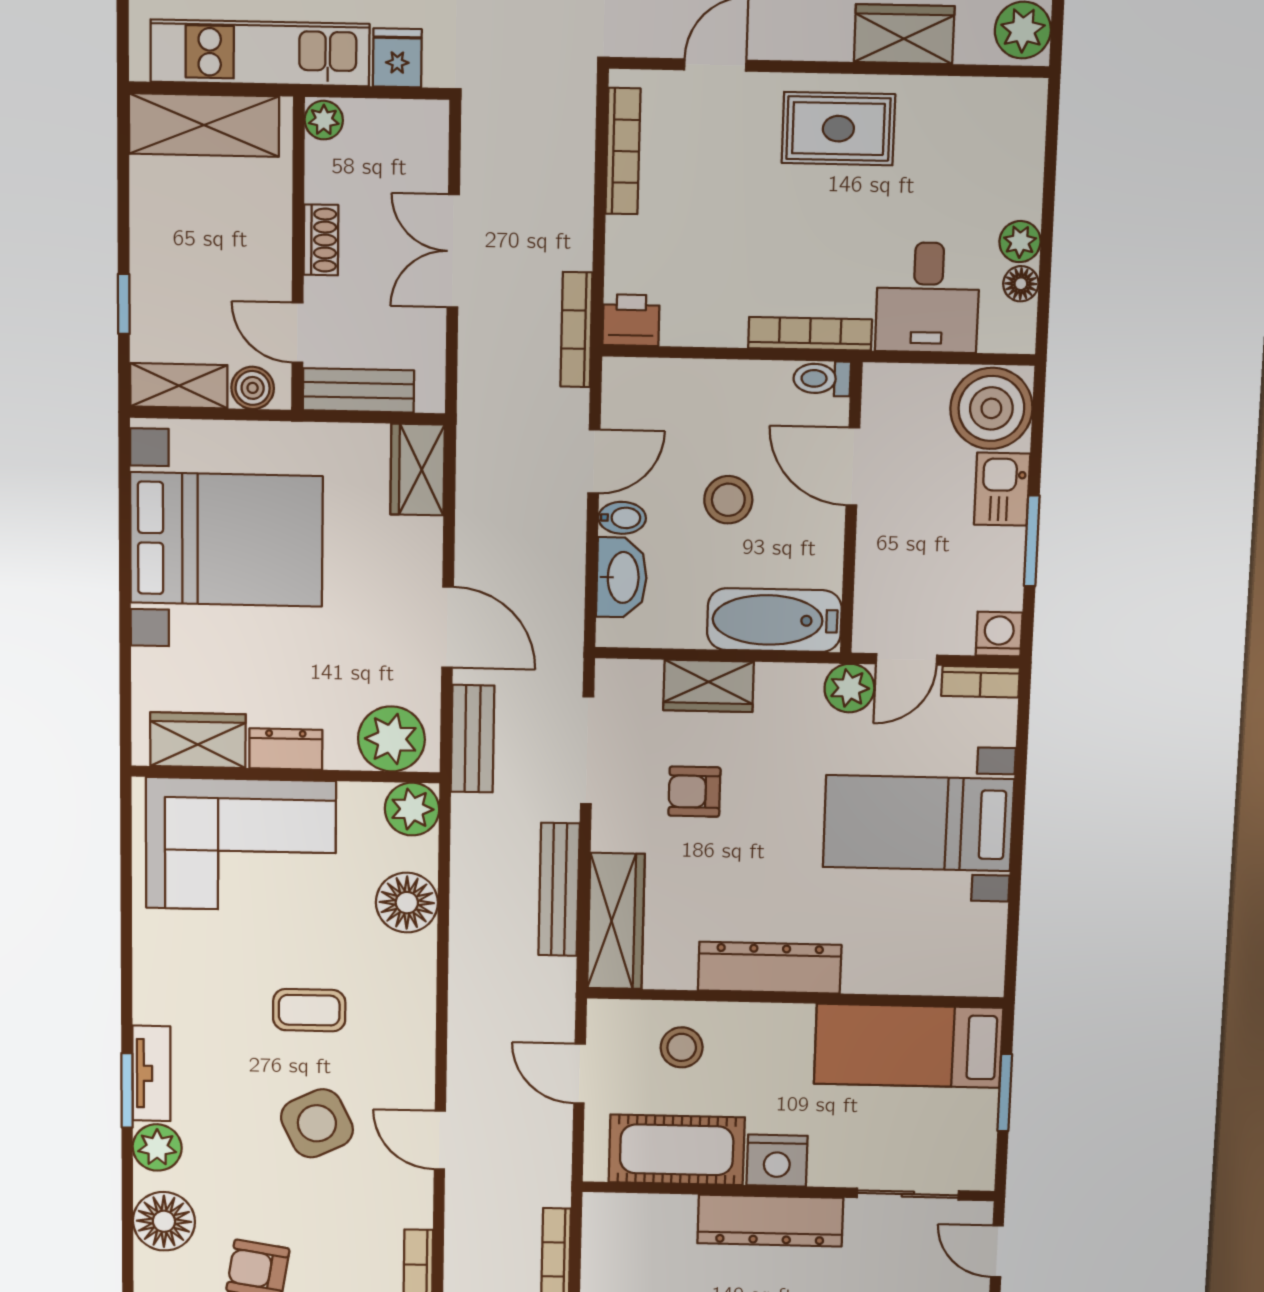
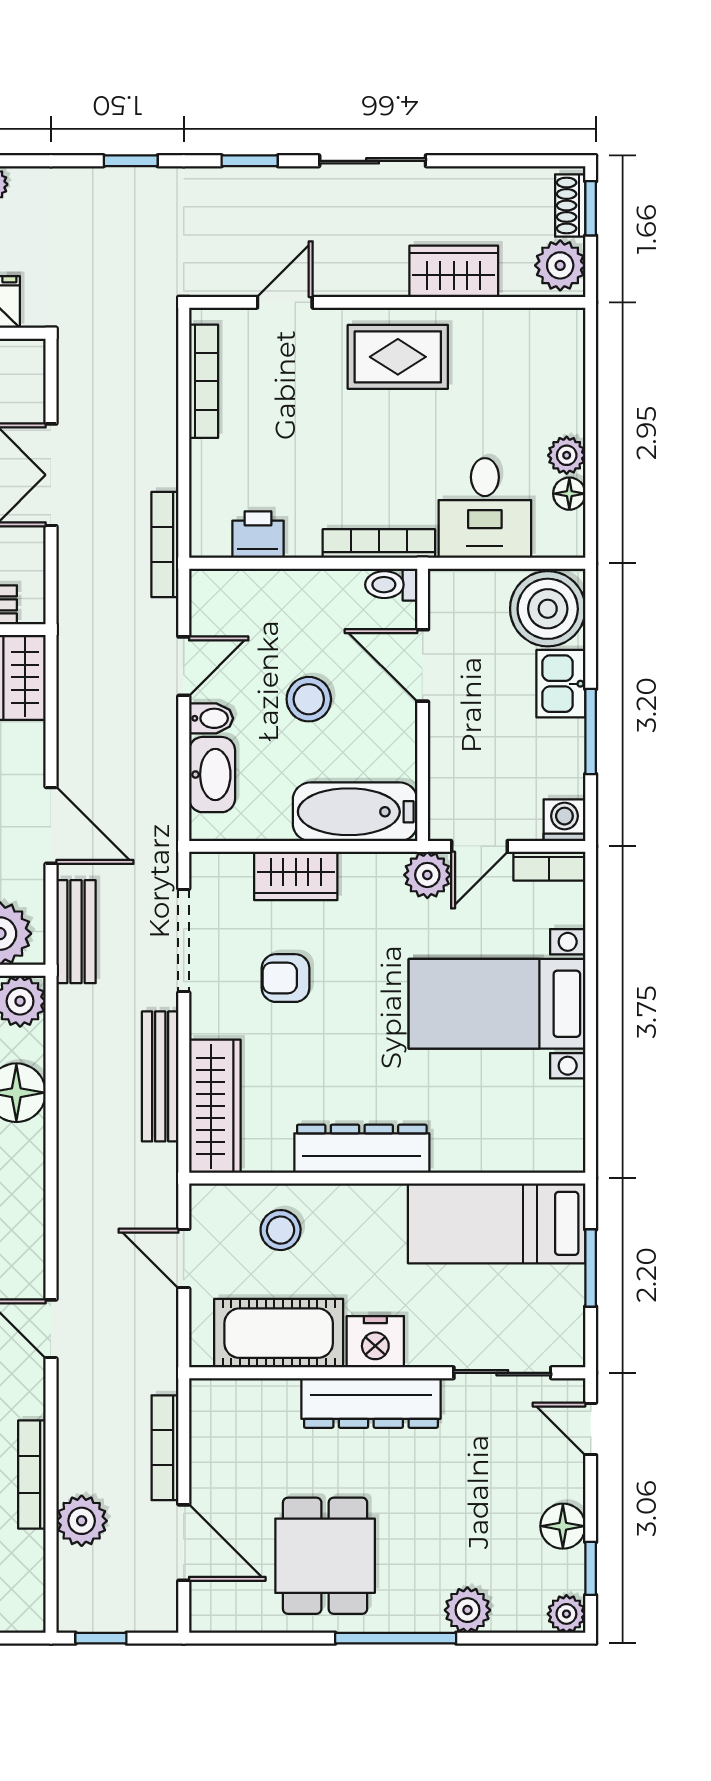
printer: (631, 320) -> (258, 535), moved

